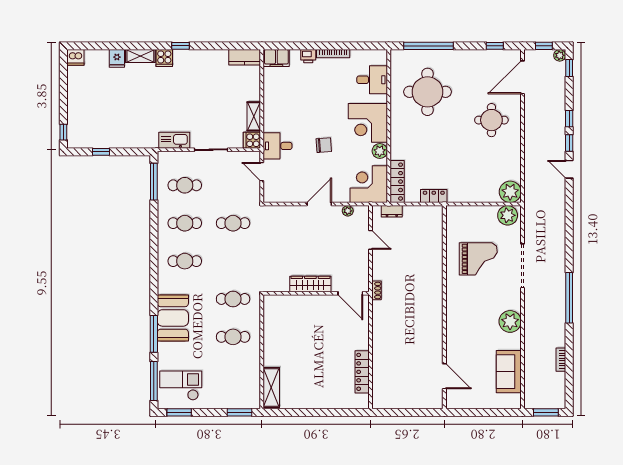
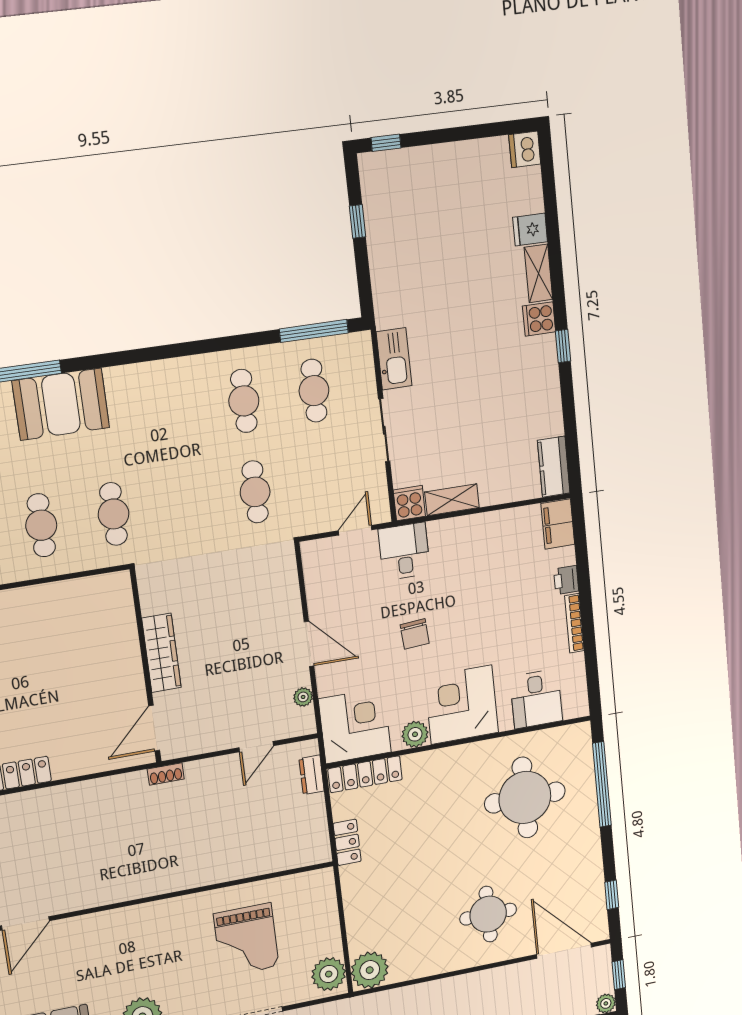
cafe table: (185, 261) -> (173, 411), removed

